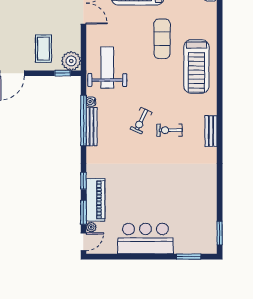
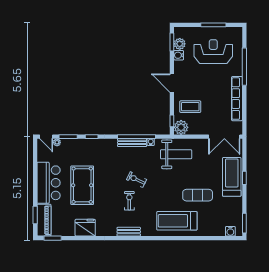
fridge: (206, 189) -> (85, 228), added
pool table: (149, 193) -> (82, 185), added
piano: (95, 200) -> (44, 220), moved, turned -90

